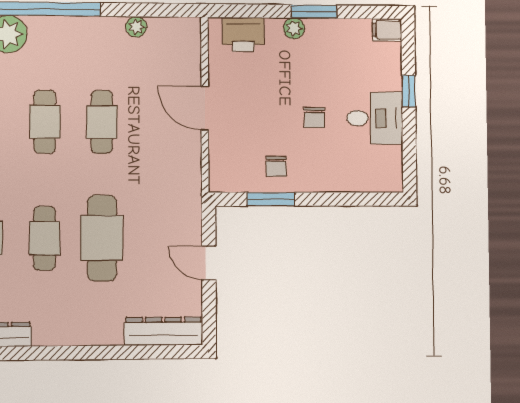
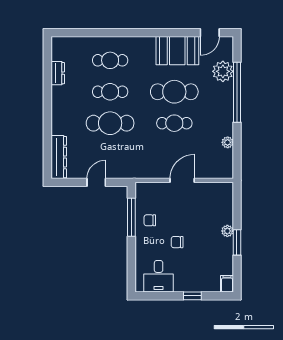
printer: (243, 35) -> (224, 202), removed
desk: (375, 118) -> (159, 276), moved
cafe table: (45, 122) -> (174, 92), width x1.37, depth x1.35
window: (271, 199) -> (131, 217), width x1.44

